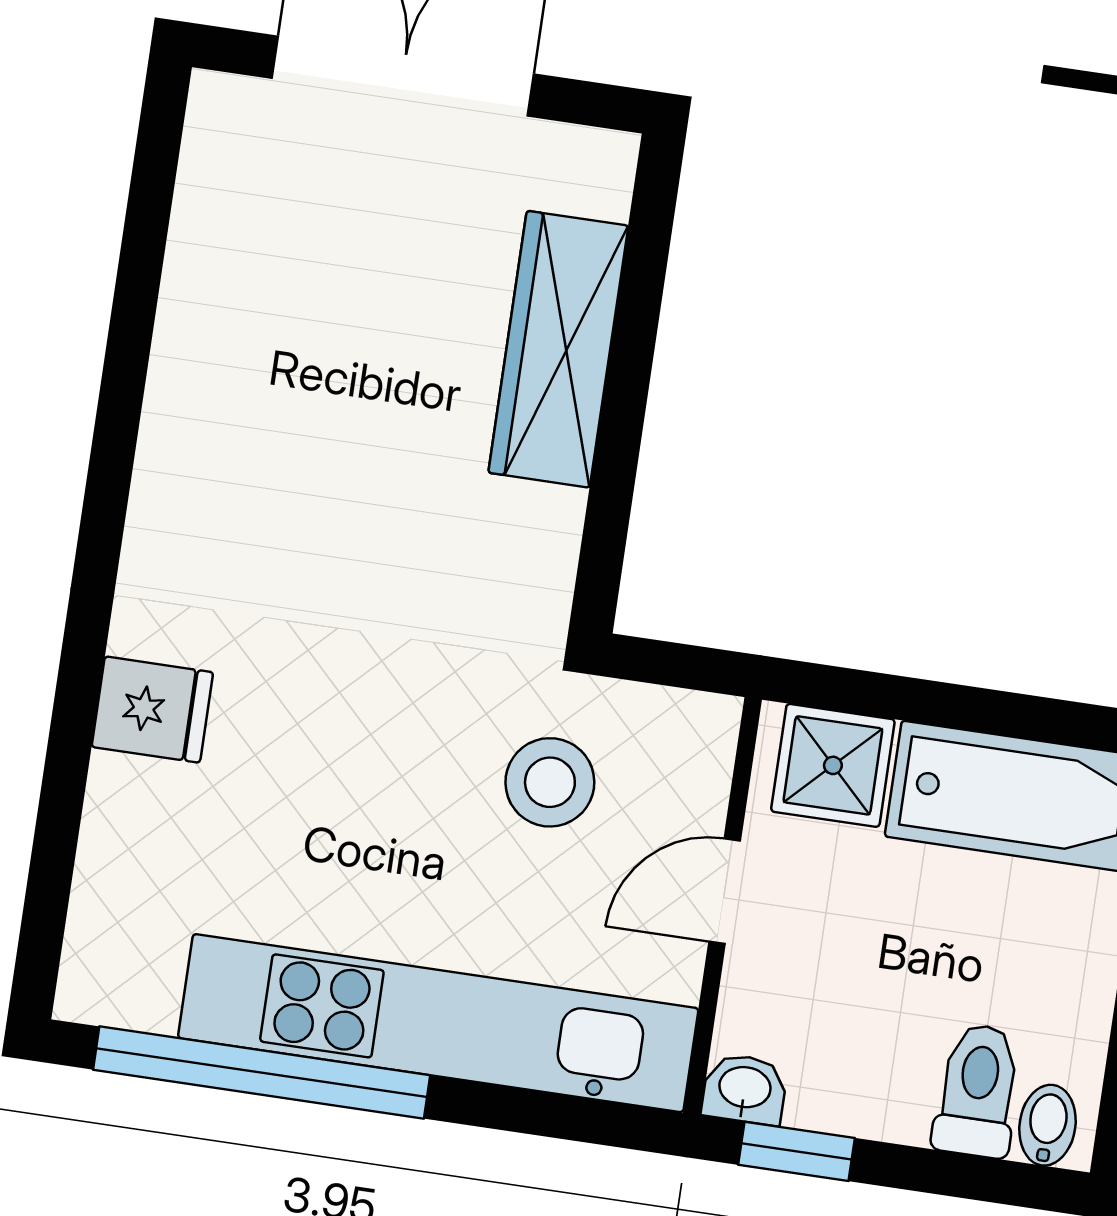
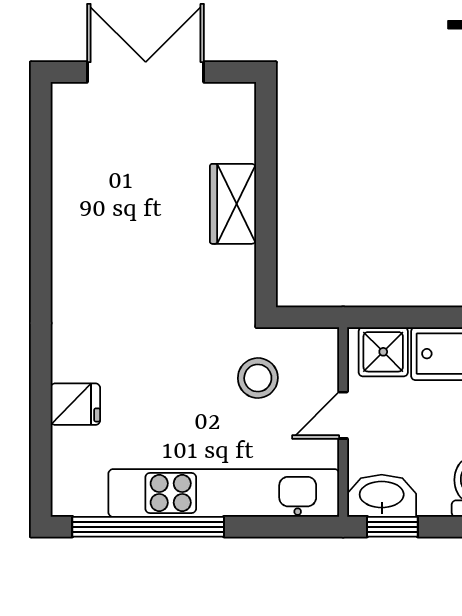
wardrobe: (558, 349) -> (233, 204), width x0.67
fridge: (152, 710) -> (75, 404), moved
washbasin: (745, 1089) -> (382, 496), width x1.91, depth x1.45

